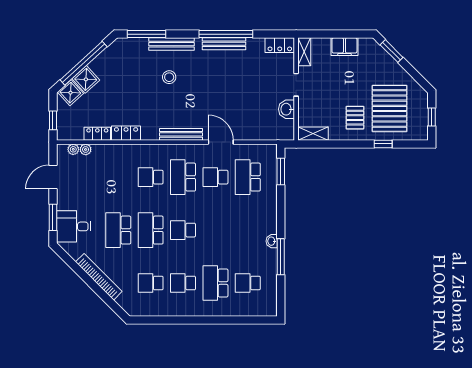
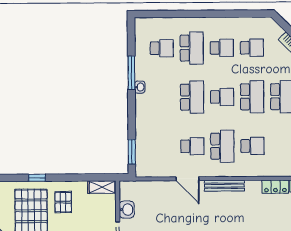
school desk: (248, 177) -> (192, 97), moved

